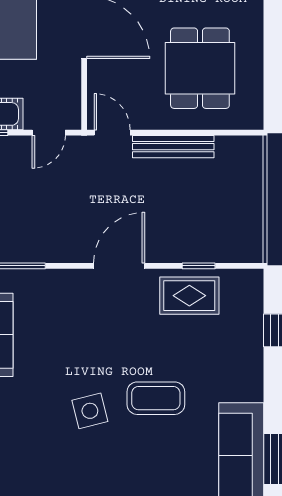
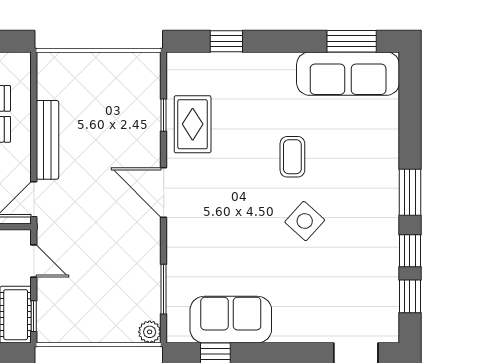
coffee table: (156, 398) -> (292, 157), width x0.73, depth x0.77
side table: (90, 411) -> (305, 221), turned -34

